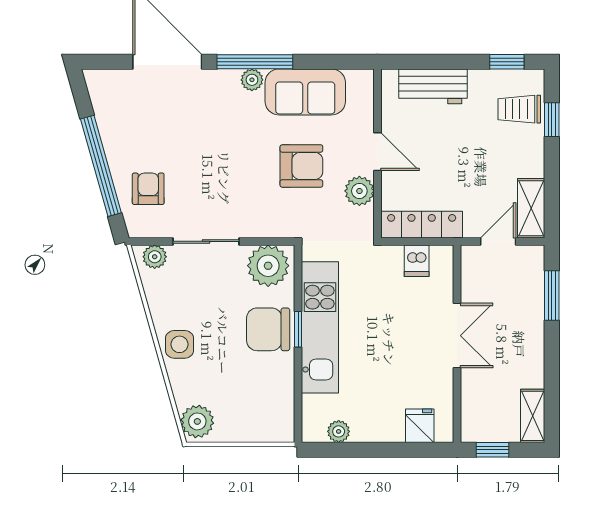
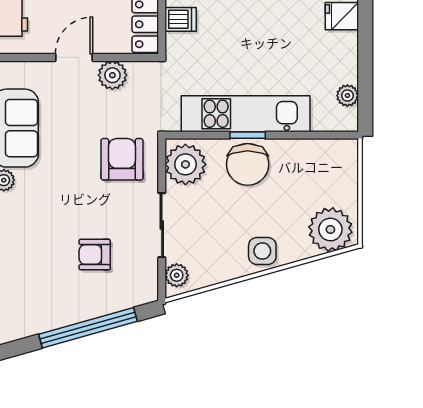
armchair: (301, 166) -> (122, 159), moved
armchair: (148, 189) -> (95, 255), moved
plant: (197, 421) -> (330, 230), width x1.36, depth x1.36

